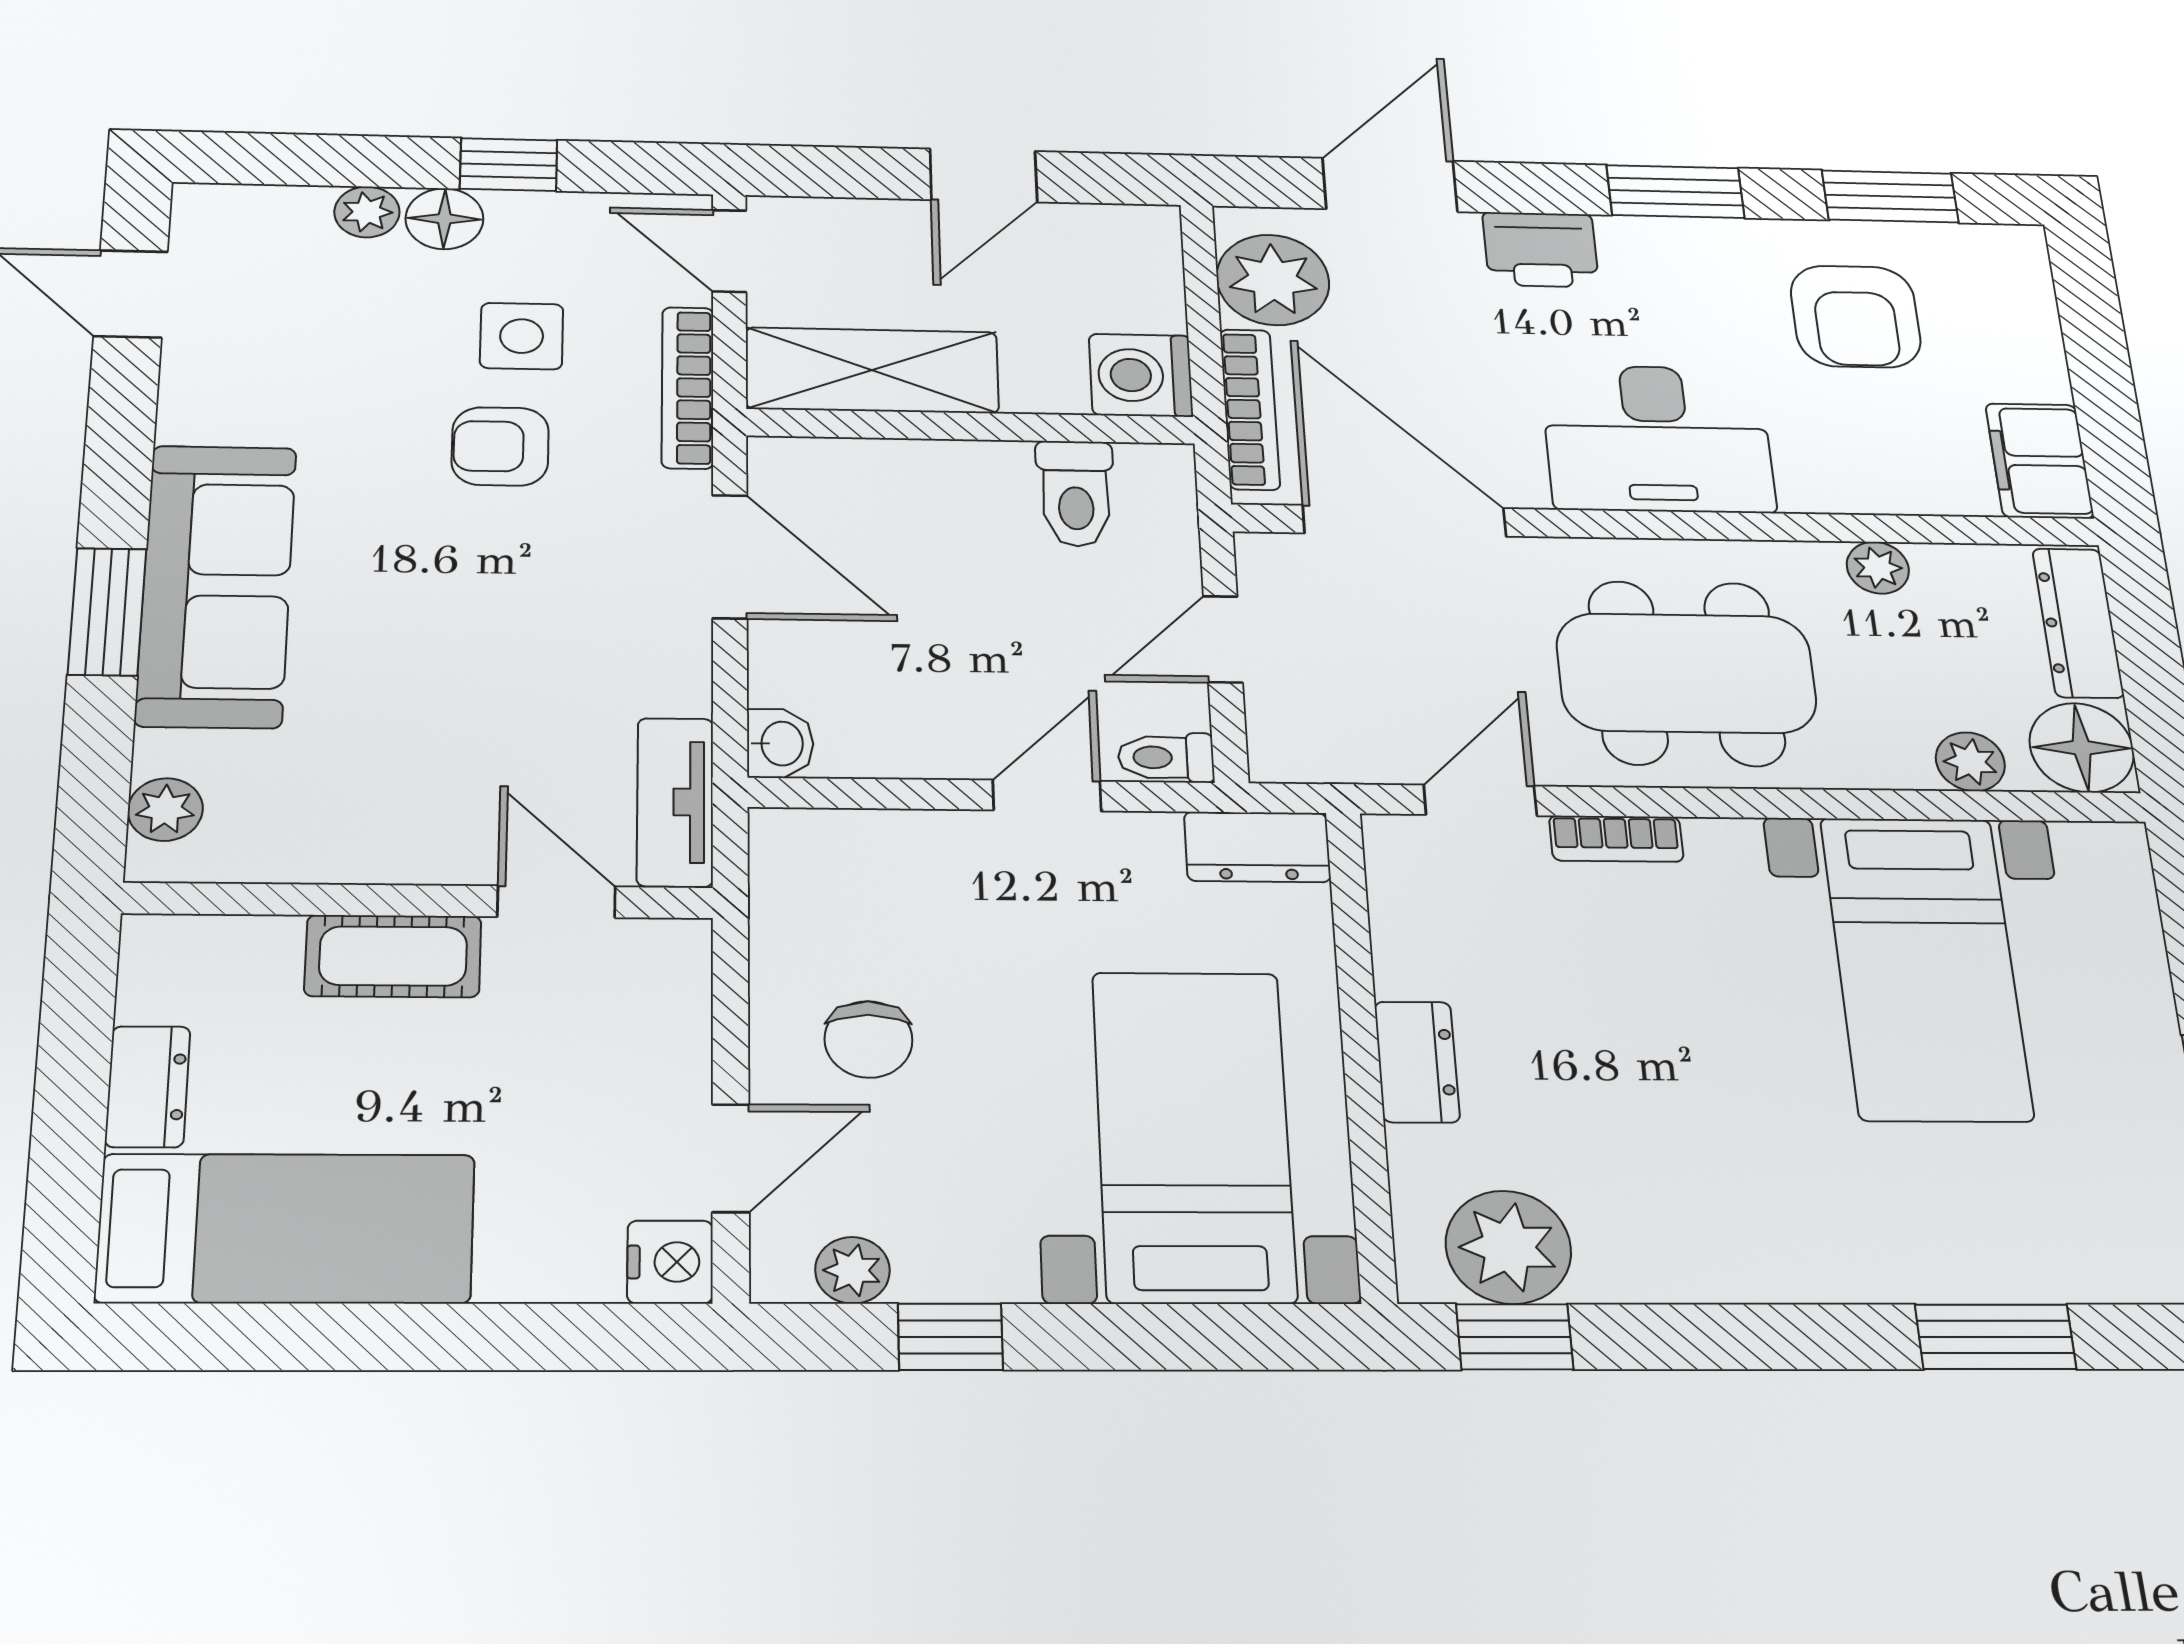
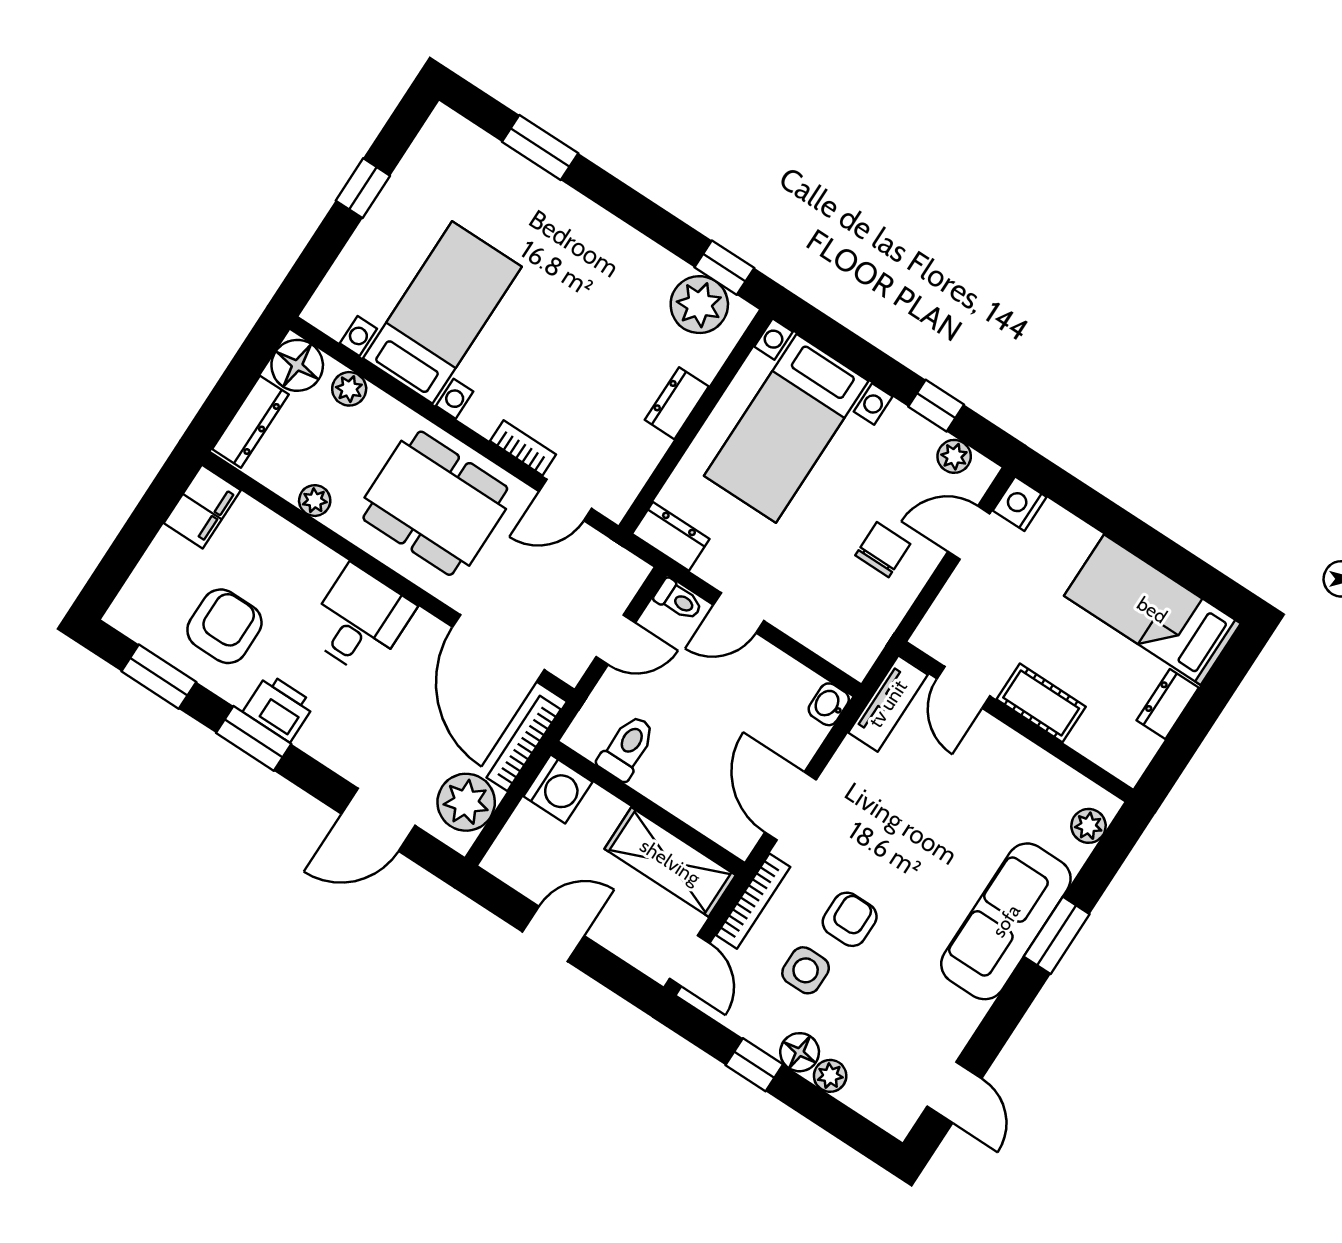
printer: (1540, 250) -> (279, 708), moved
desk: (1657, 439) -> (360, 620), width x0.73
armchair: (500, 446) -> (850, 919), turned -90

